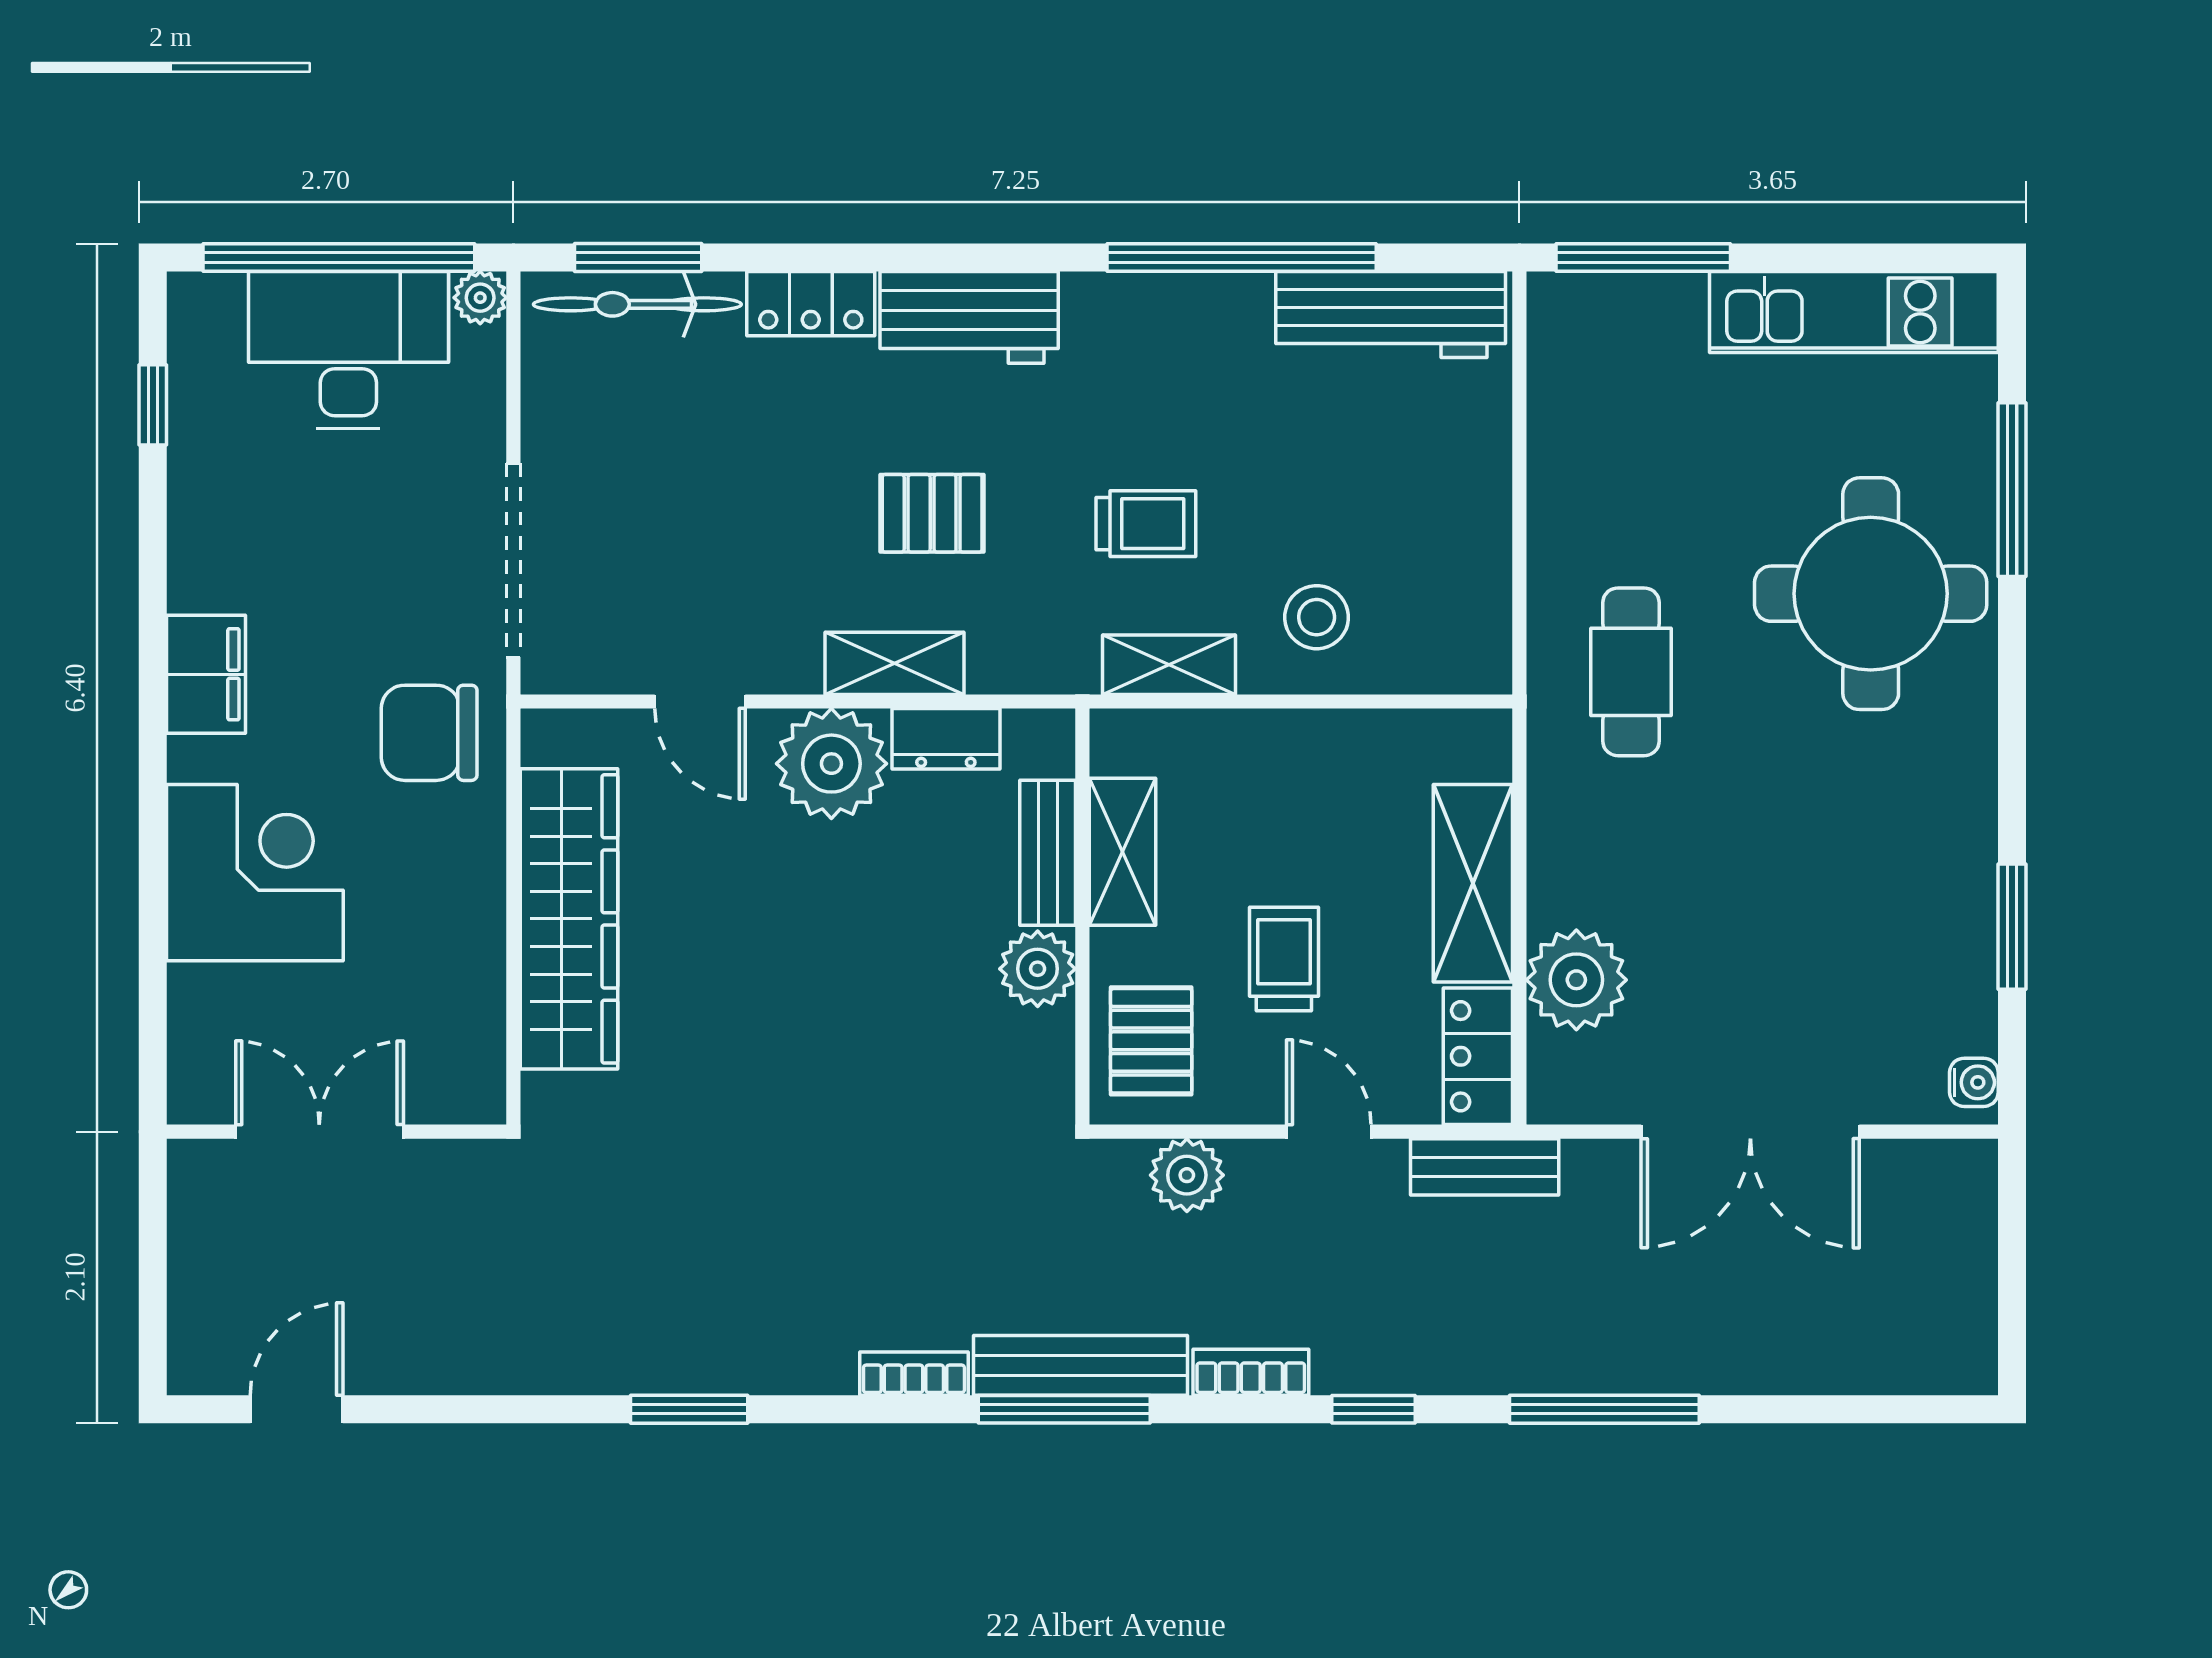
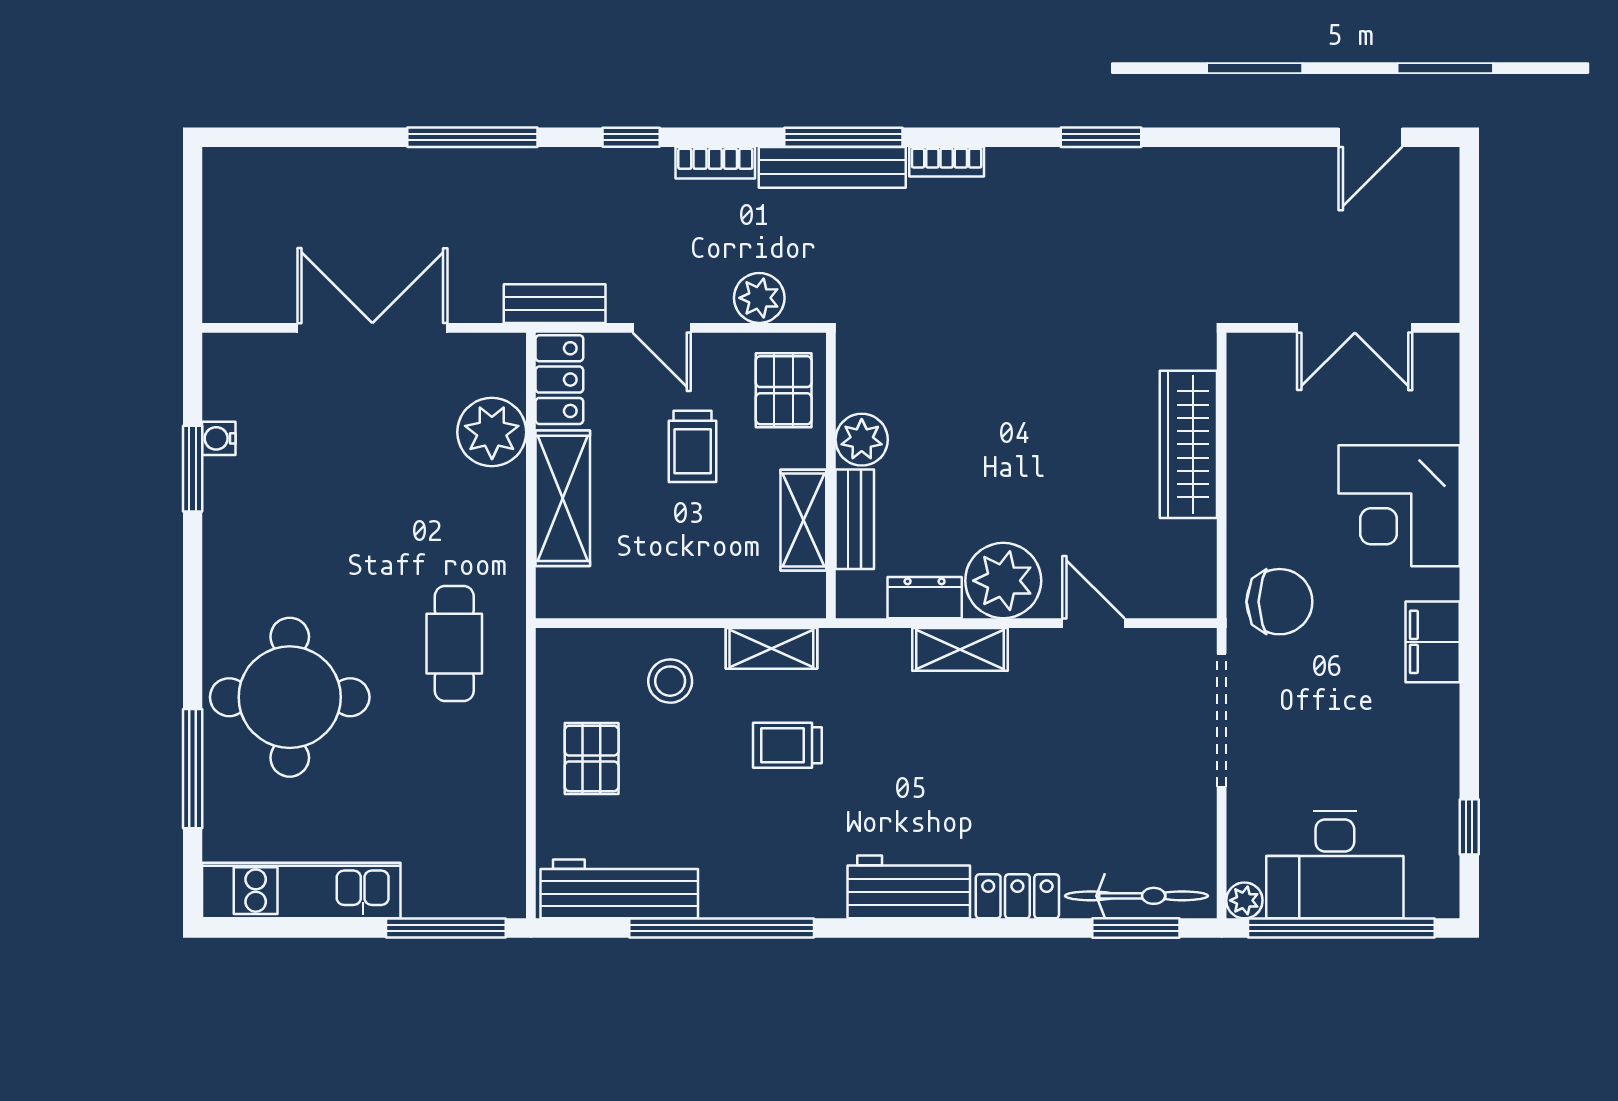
pallet: (932, 513) -> (592, 758), moved, turned 90
wardrobe: (569, 919) -> (1188, 444), width x0.71, depth x0.85
water cooler: (1974, 1082) -> (219, 438), moved

